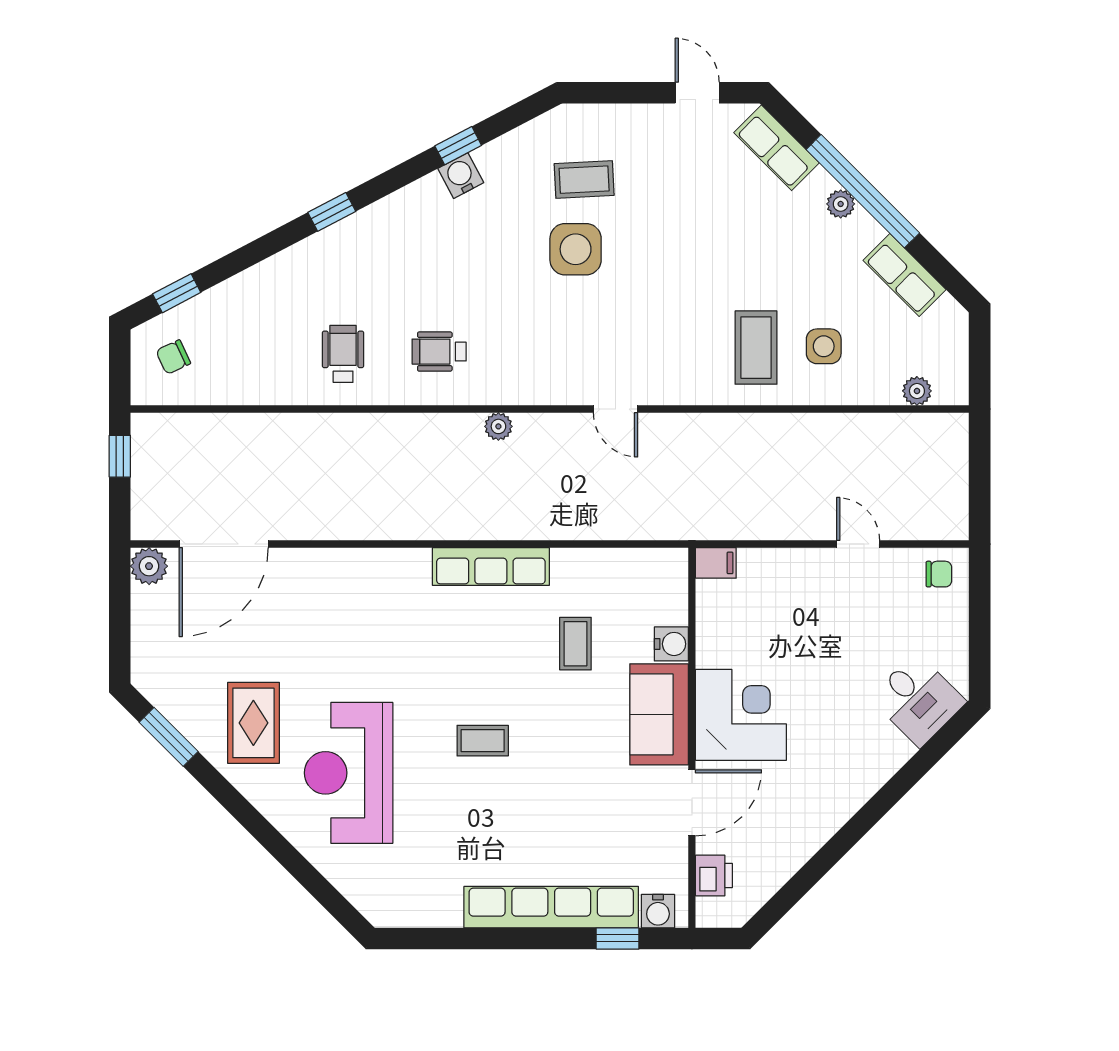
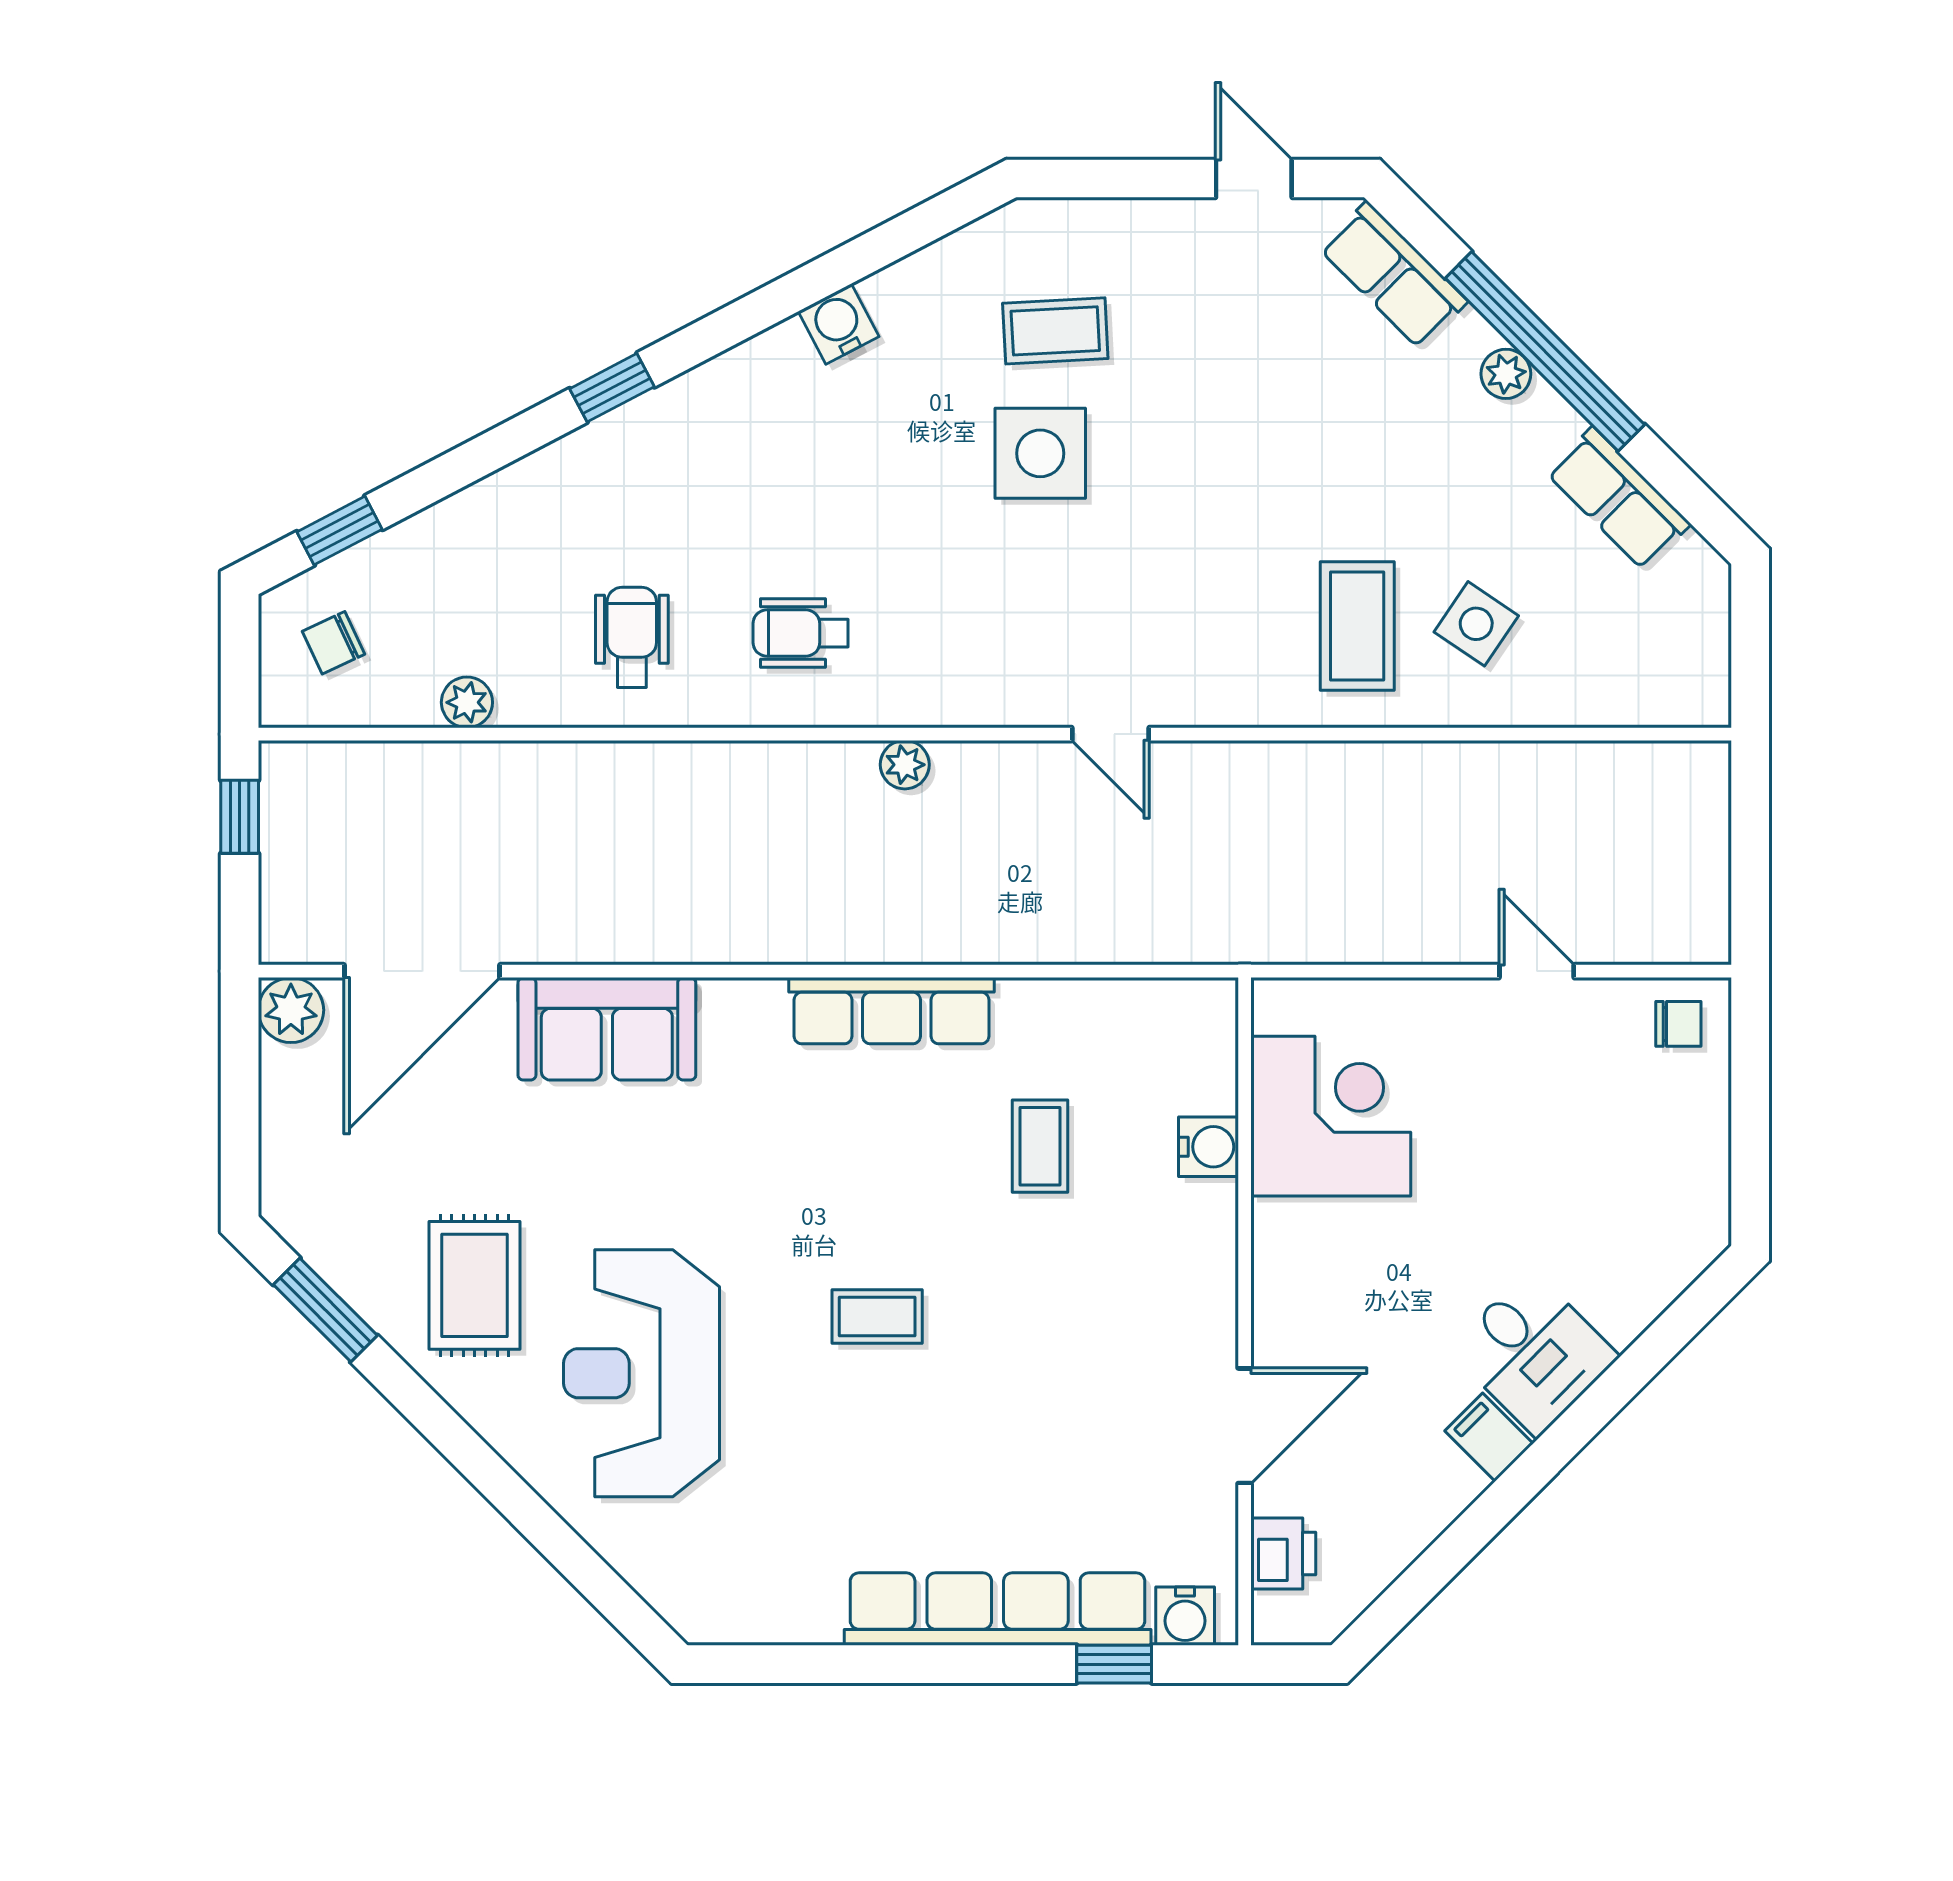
window: (458, 146) -> (834, 271), removed
side table: (824, 346) -> (1476, 624), turned 34
plant: (917, 391) -> (467, 702), moved
filing cabinet: (716, 563) -> (1489, 1437), moved, turned -135
desk: (918, 700) -> (1534, 1353), moved
sofa: (659, 714) -> (607, 1029), moved, turned -90
corner desk: (741, 715) -> (1331, 1116), moved

